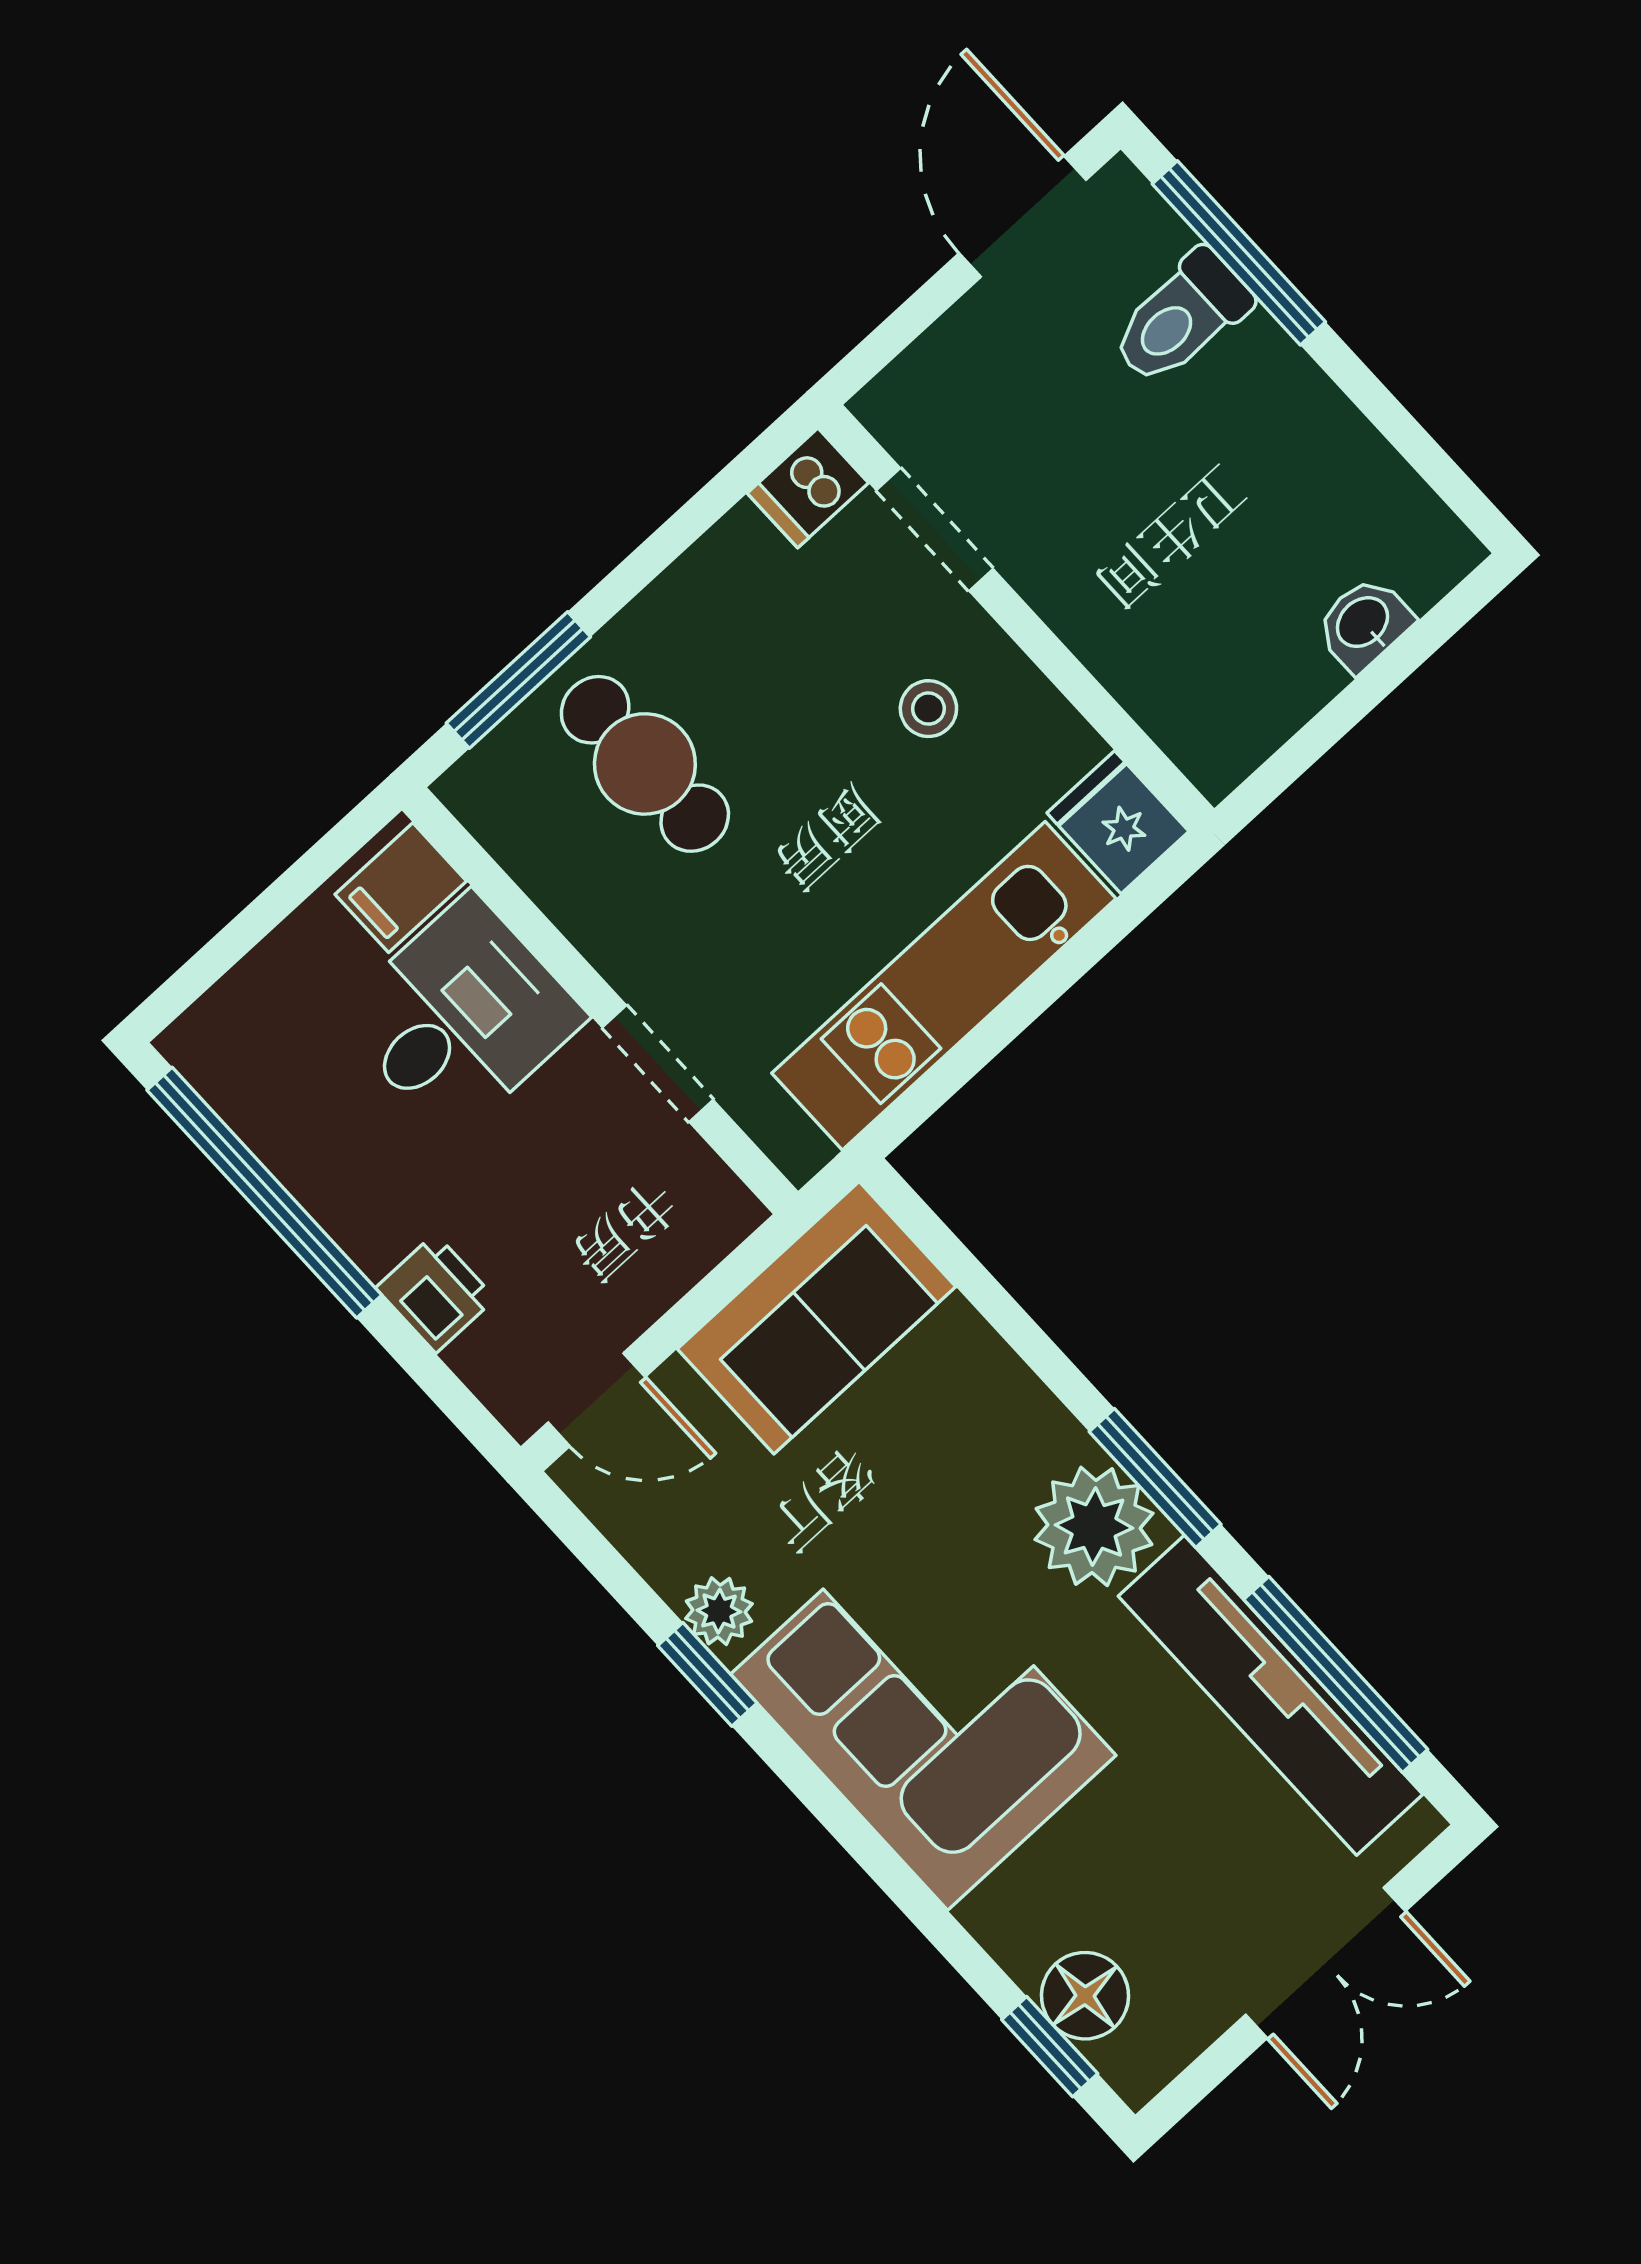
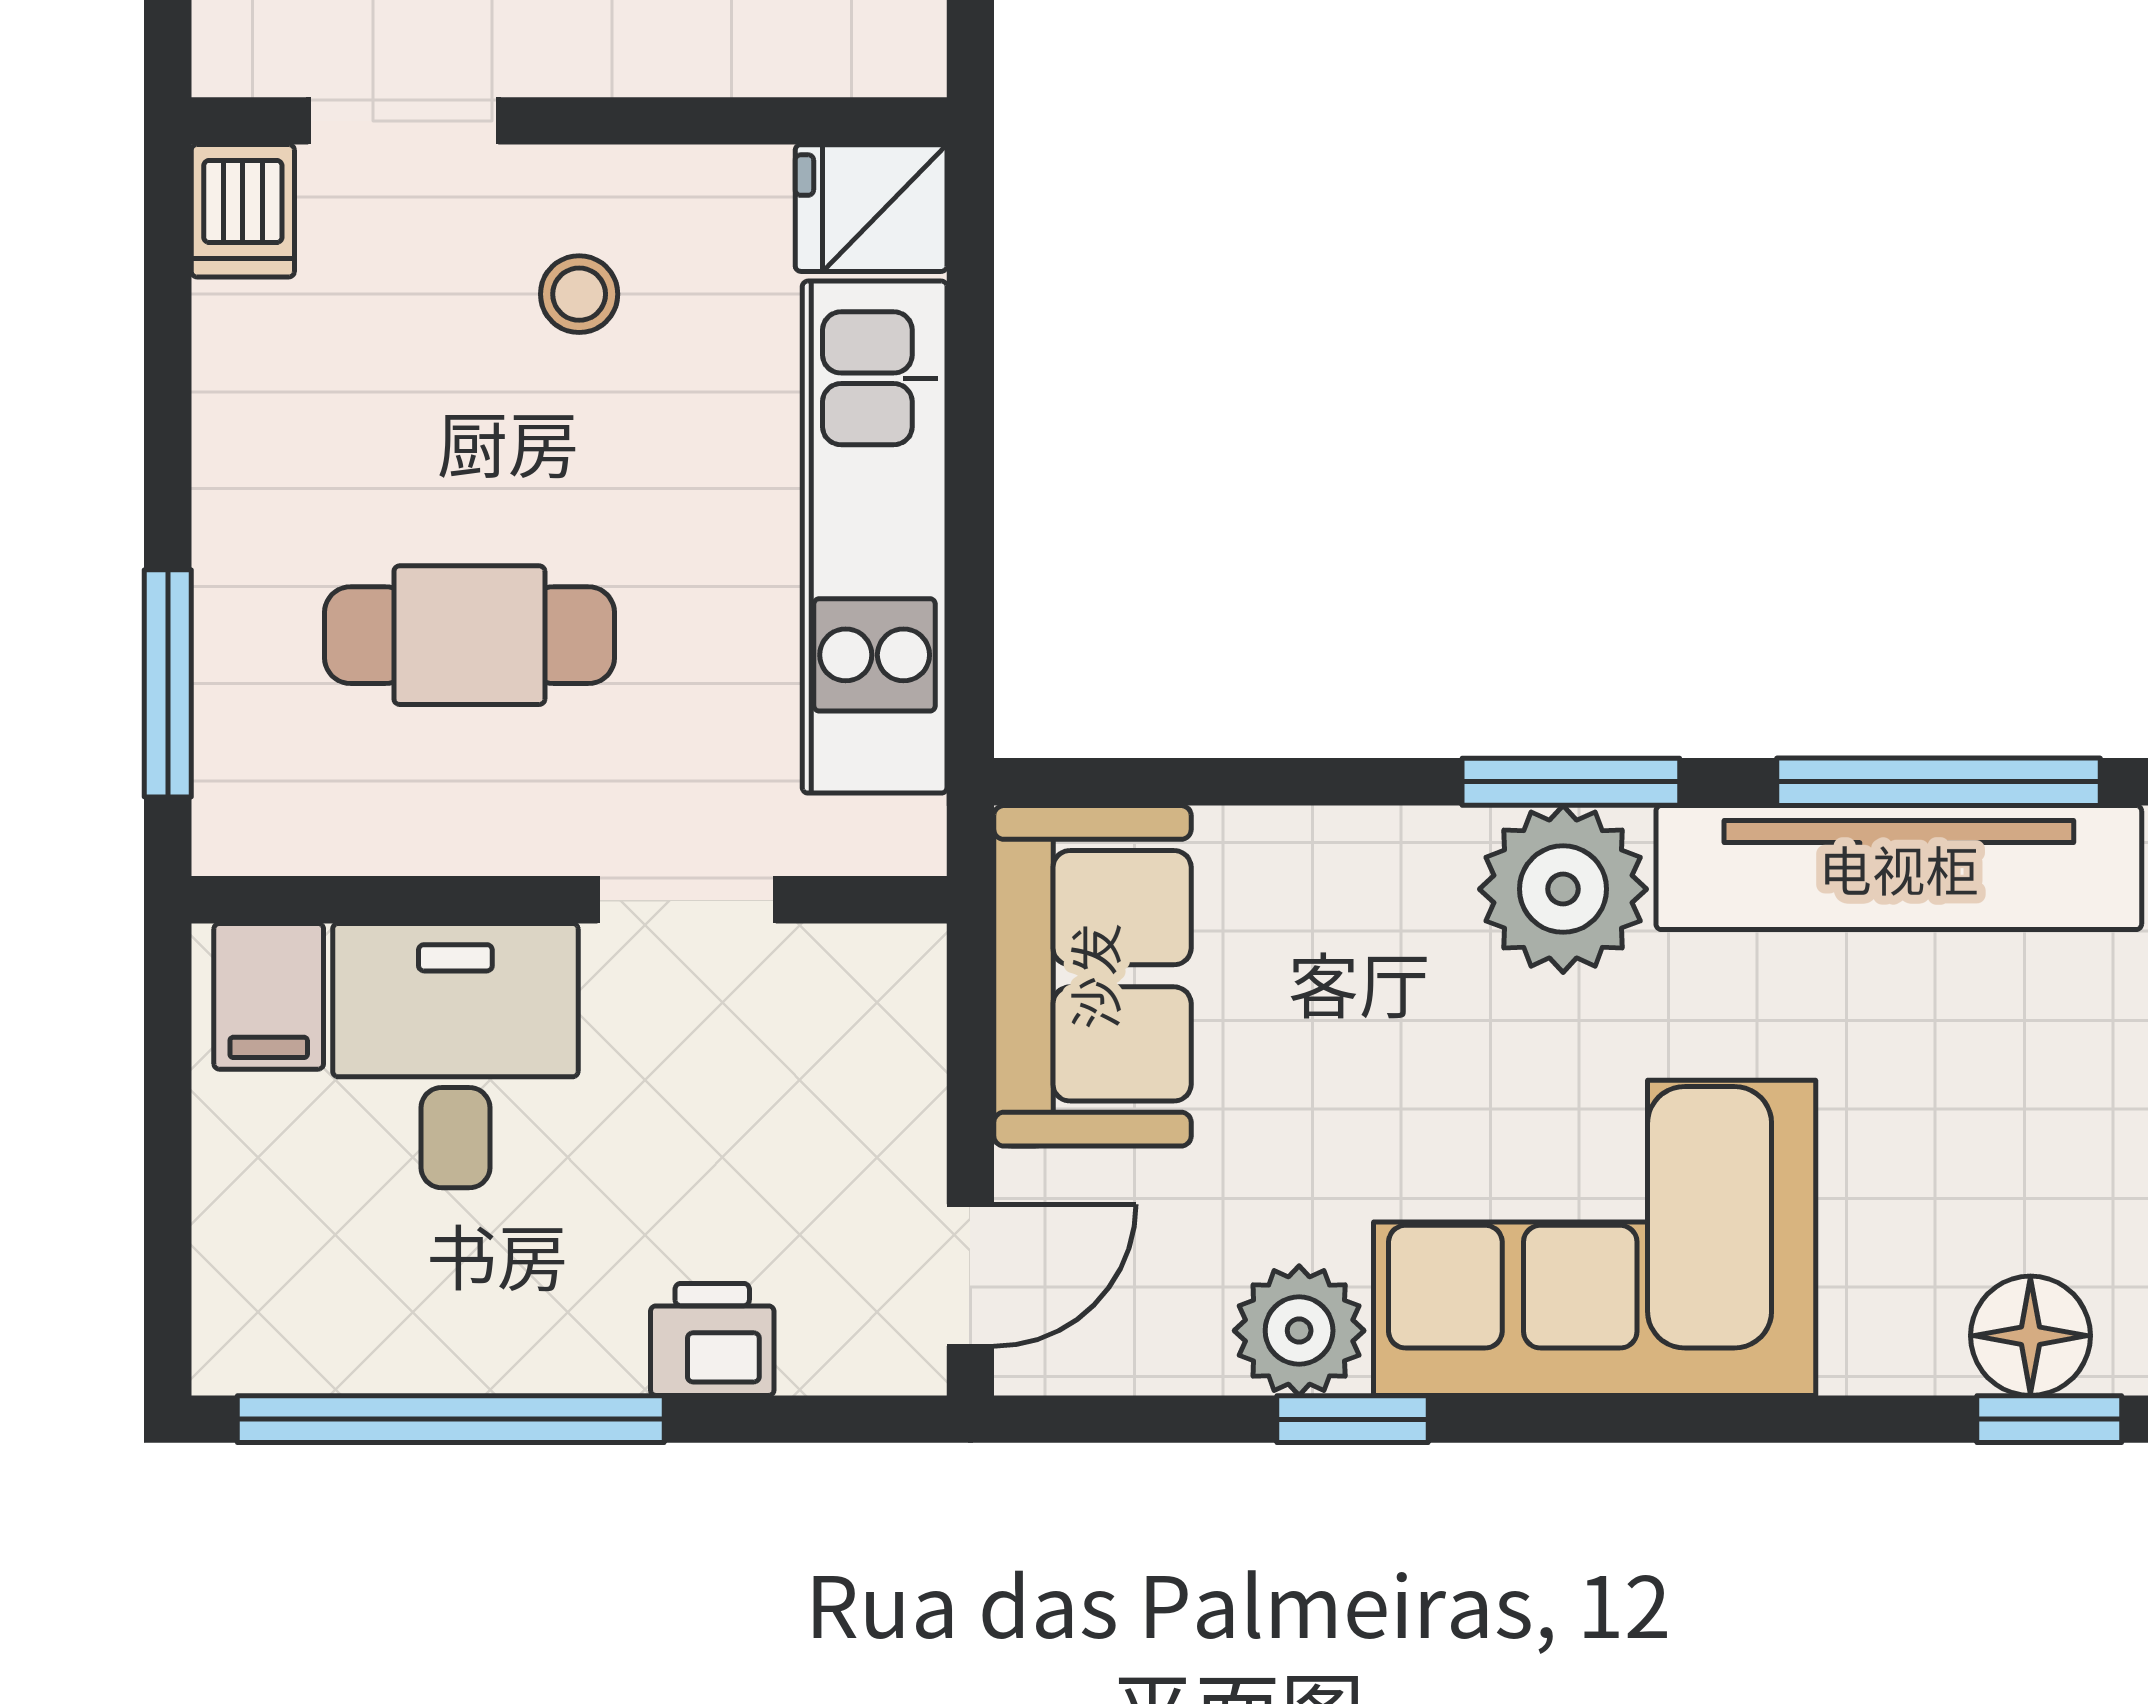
cafe table: (645, 764) -> (469, 635), moved
plant: (719, 1611) -> (1299, 1331), width x1.38, depth x1.38

